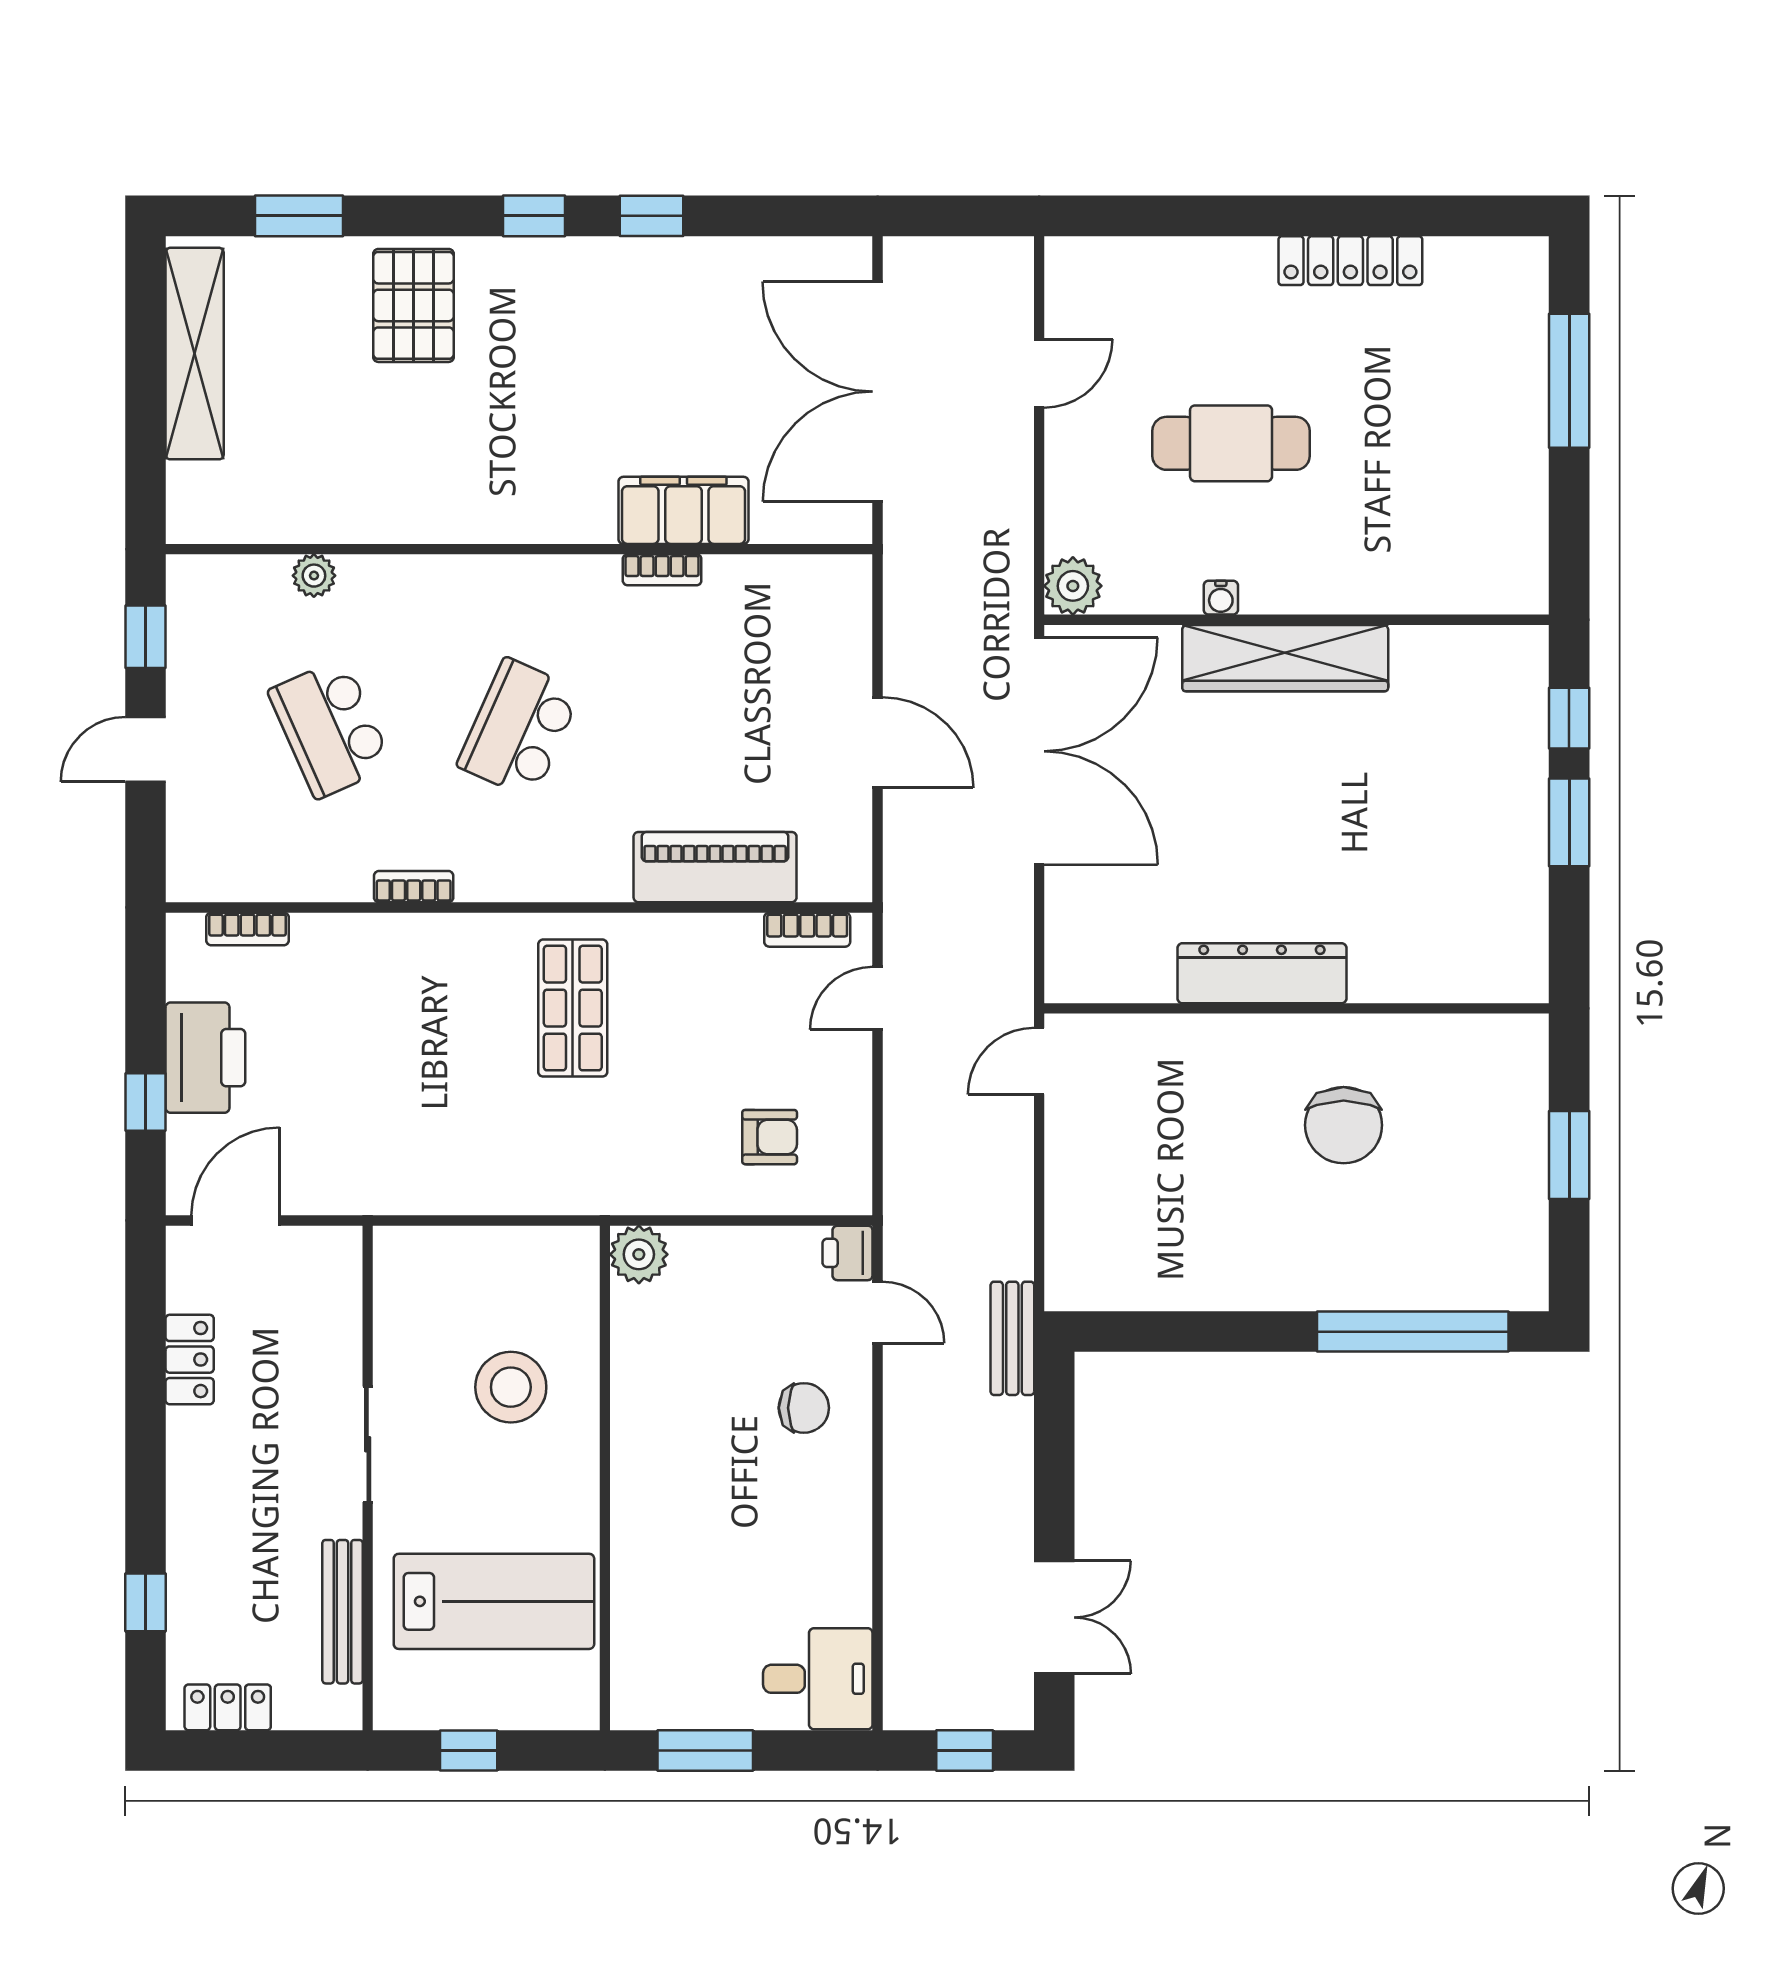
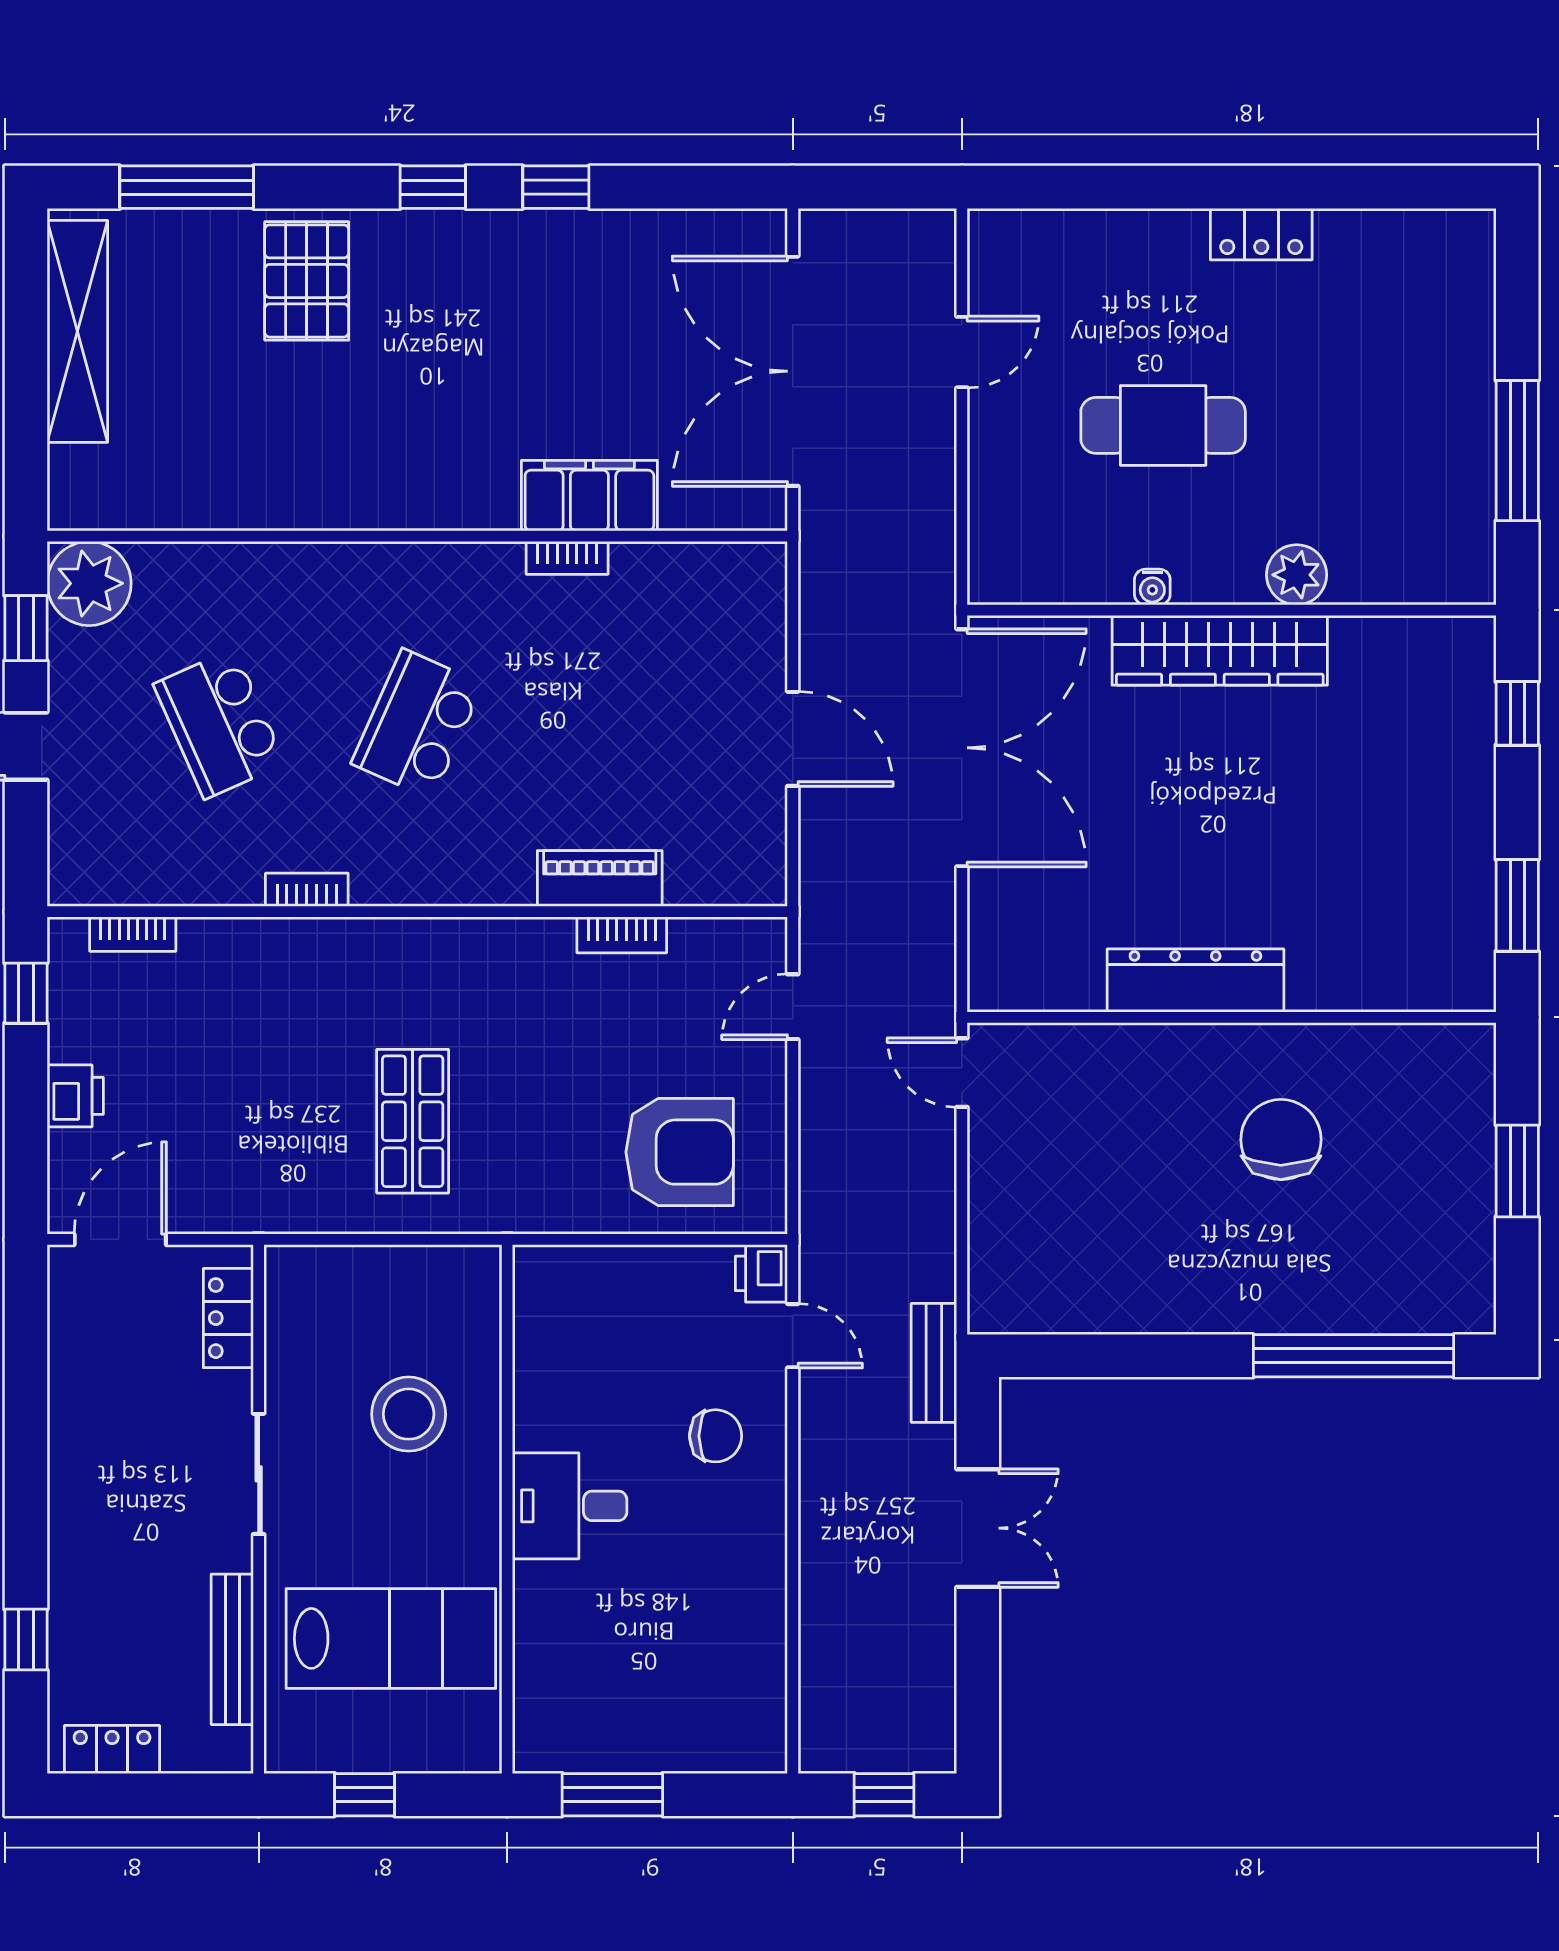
window: (299, 216) -> (187, 187), width x1.44
locker: (1350, 261) -> (1261, 234), width x0.66
window: (1569, 381) -> (1517, 451), moved
plant: (314, 576) -> (89, 583), moved, width x1.88, depth x1.88
plant: (1073, 586) -> (1297, 575), moved
window: (1569, 822) -> (1517, 905), moved
piano: (715, 867) -> (600, 878), width x0.73, depth x0.75
bookcase: (807, 930) -> (622, 935), moved
shop shelf: (573, 1008) -> (413, 1121), moved
printer: (205, 1058) -> (75, 1096), width x0.53, depth x0.68
door: (1039, 1061) -> (962, 1073), hinge flipped
window: (146, 1102) -> (26, 993), moved
chair: (1344, 1125) -> (1281, 1140), turned 180
armchair: (770, 1137) -> (680, 1152), width x1.88, depth x1.88
plant: (639, 1254) -> (543, 1275), removed
locker: (190, 1360) -> (228, 1318), moved, turned 180
double door: (1054, 1617) -> (978, 1528), moved
desk: (818, 1679) -> (570, 1506), moved, turned 180

